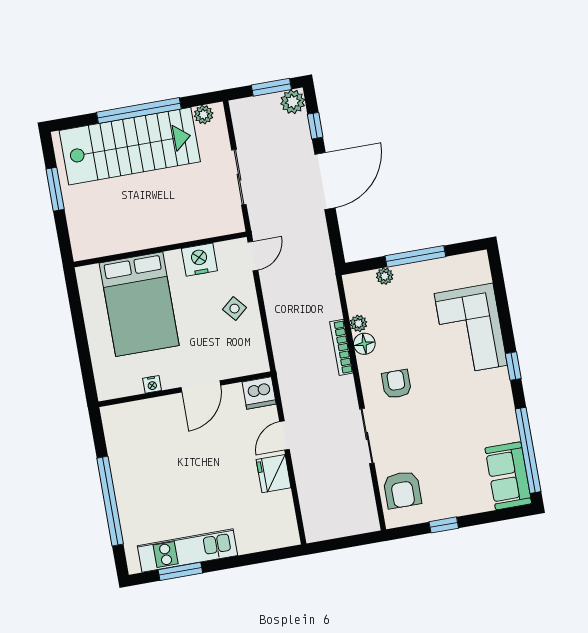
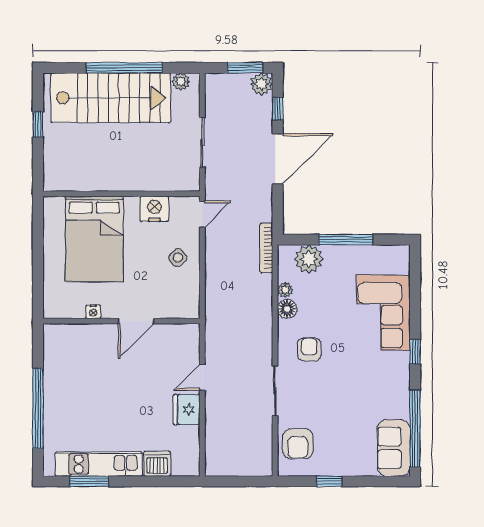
window: (55, 189) -> (38, 124), width x0.67
plant: (385, 276) -> (309, 259), width x1.88, depth x1.88
bookcase: (341, 347) -> (266, 248), moved
dishwasher: (259, 393) -> (157, 464), moved, turned 180

